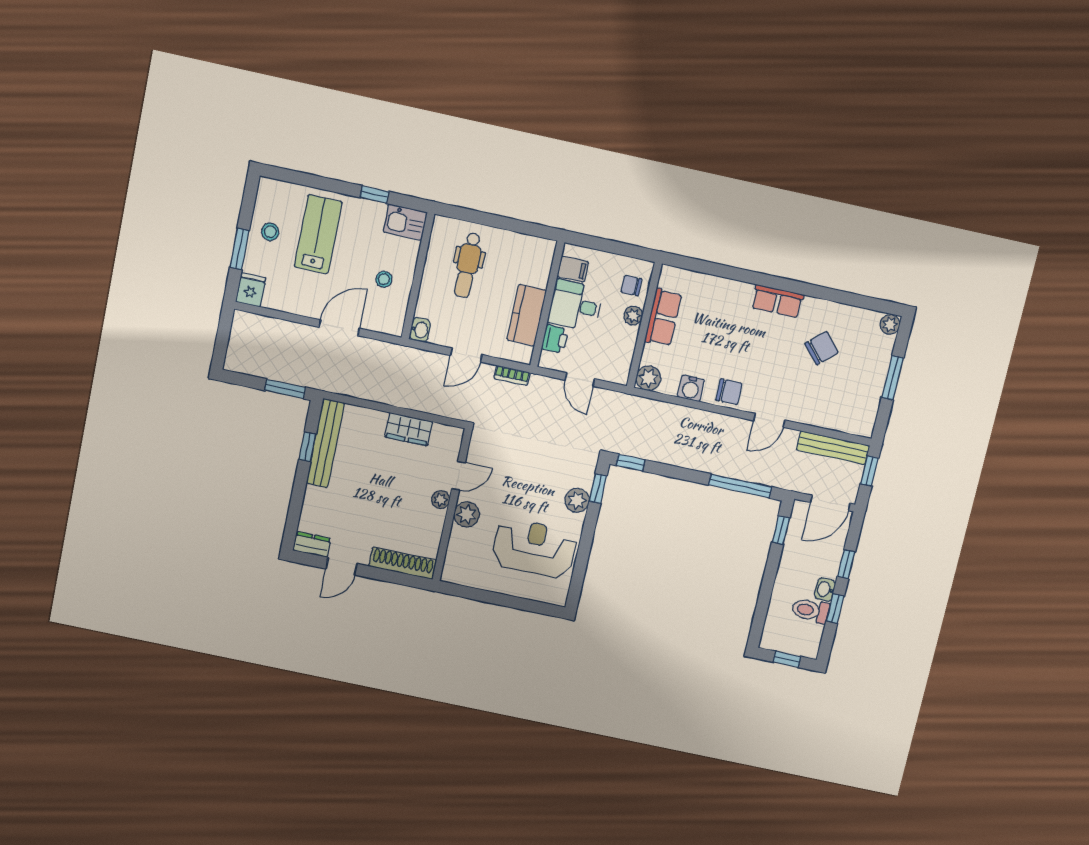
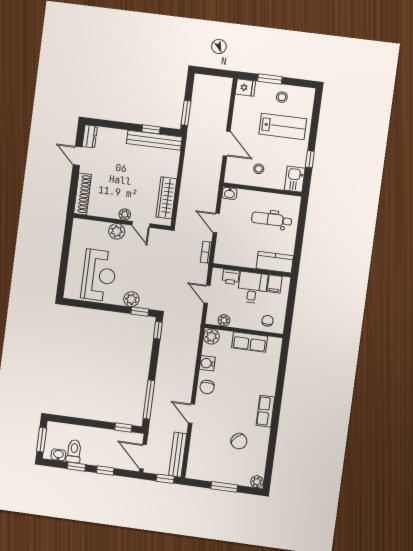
kitchen counter: (527, 315) -> (275, 262), moved
plant: (633, 316) -> (224, 320), moved
door: (580, 380) -> (207, 294), hinge flipped
wardrobe: (409, 429) -> (166, 198), width x1.50
washbasin: (825, 589) -> (58, 455), moved
window: (787, 659) -> (42, 440), width x1.50

